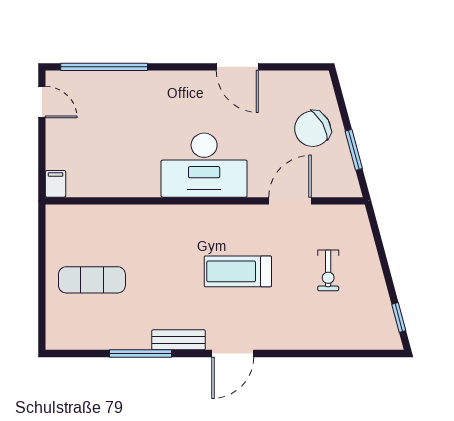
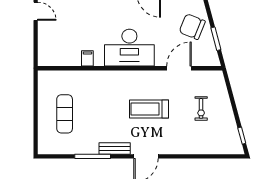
chair: (313, 129) -> (192, 27), turned 52
filing cabinet: (56, 184) -> (87, 58), moved
exercise mat: (92, 280) -> (65, 114), turned 90

